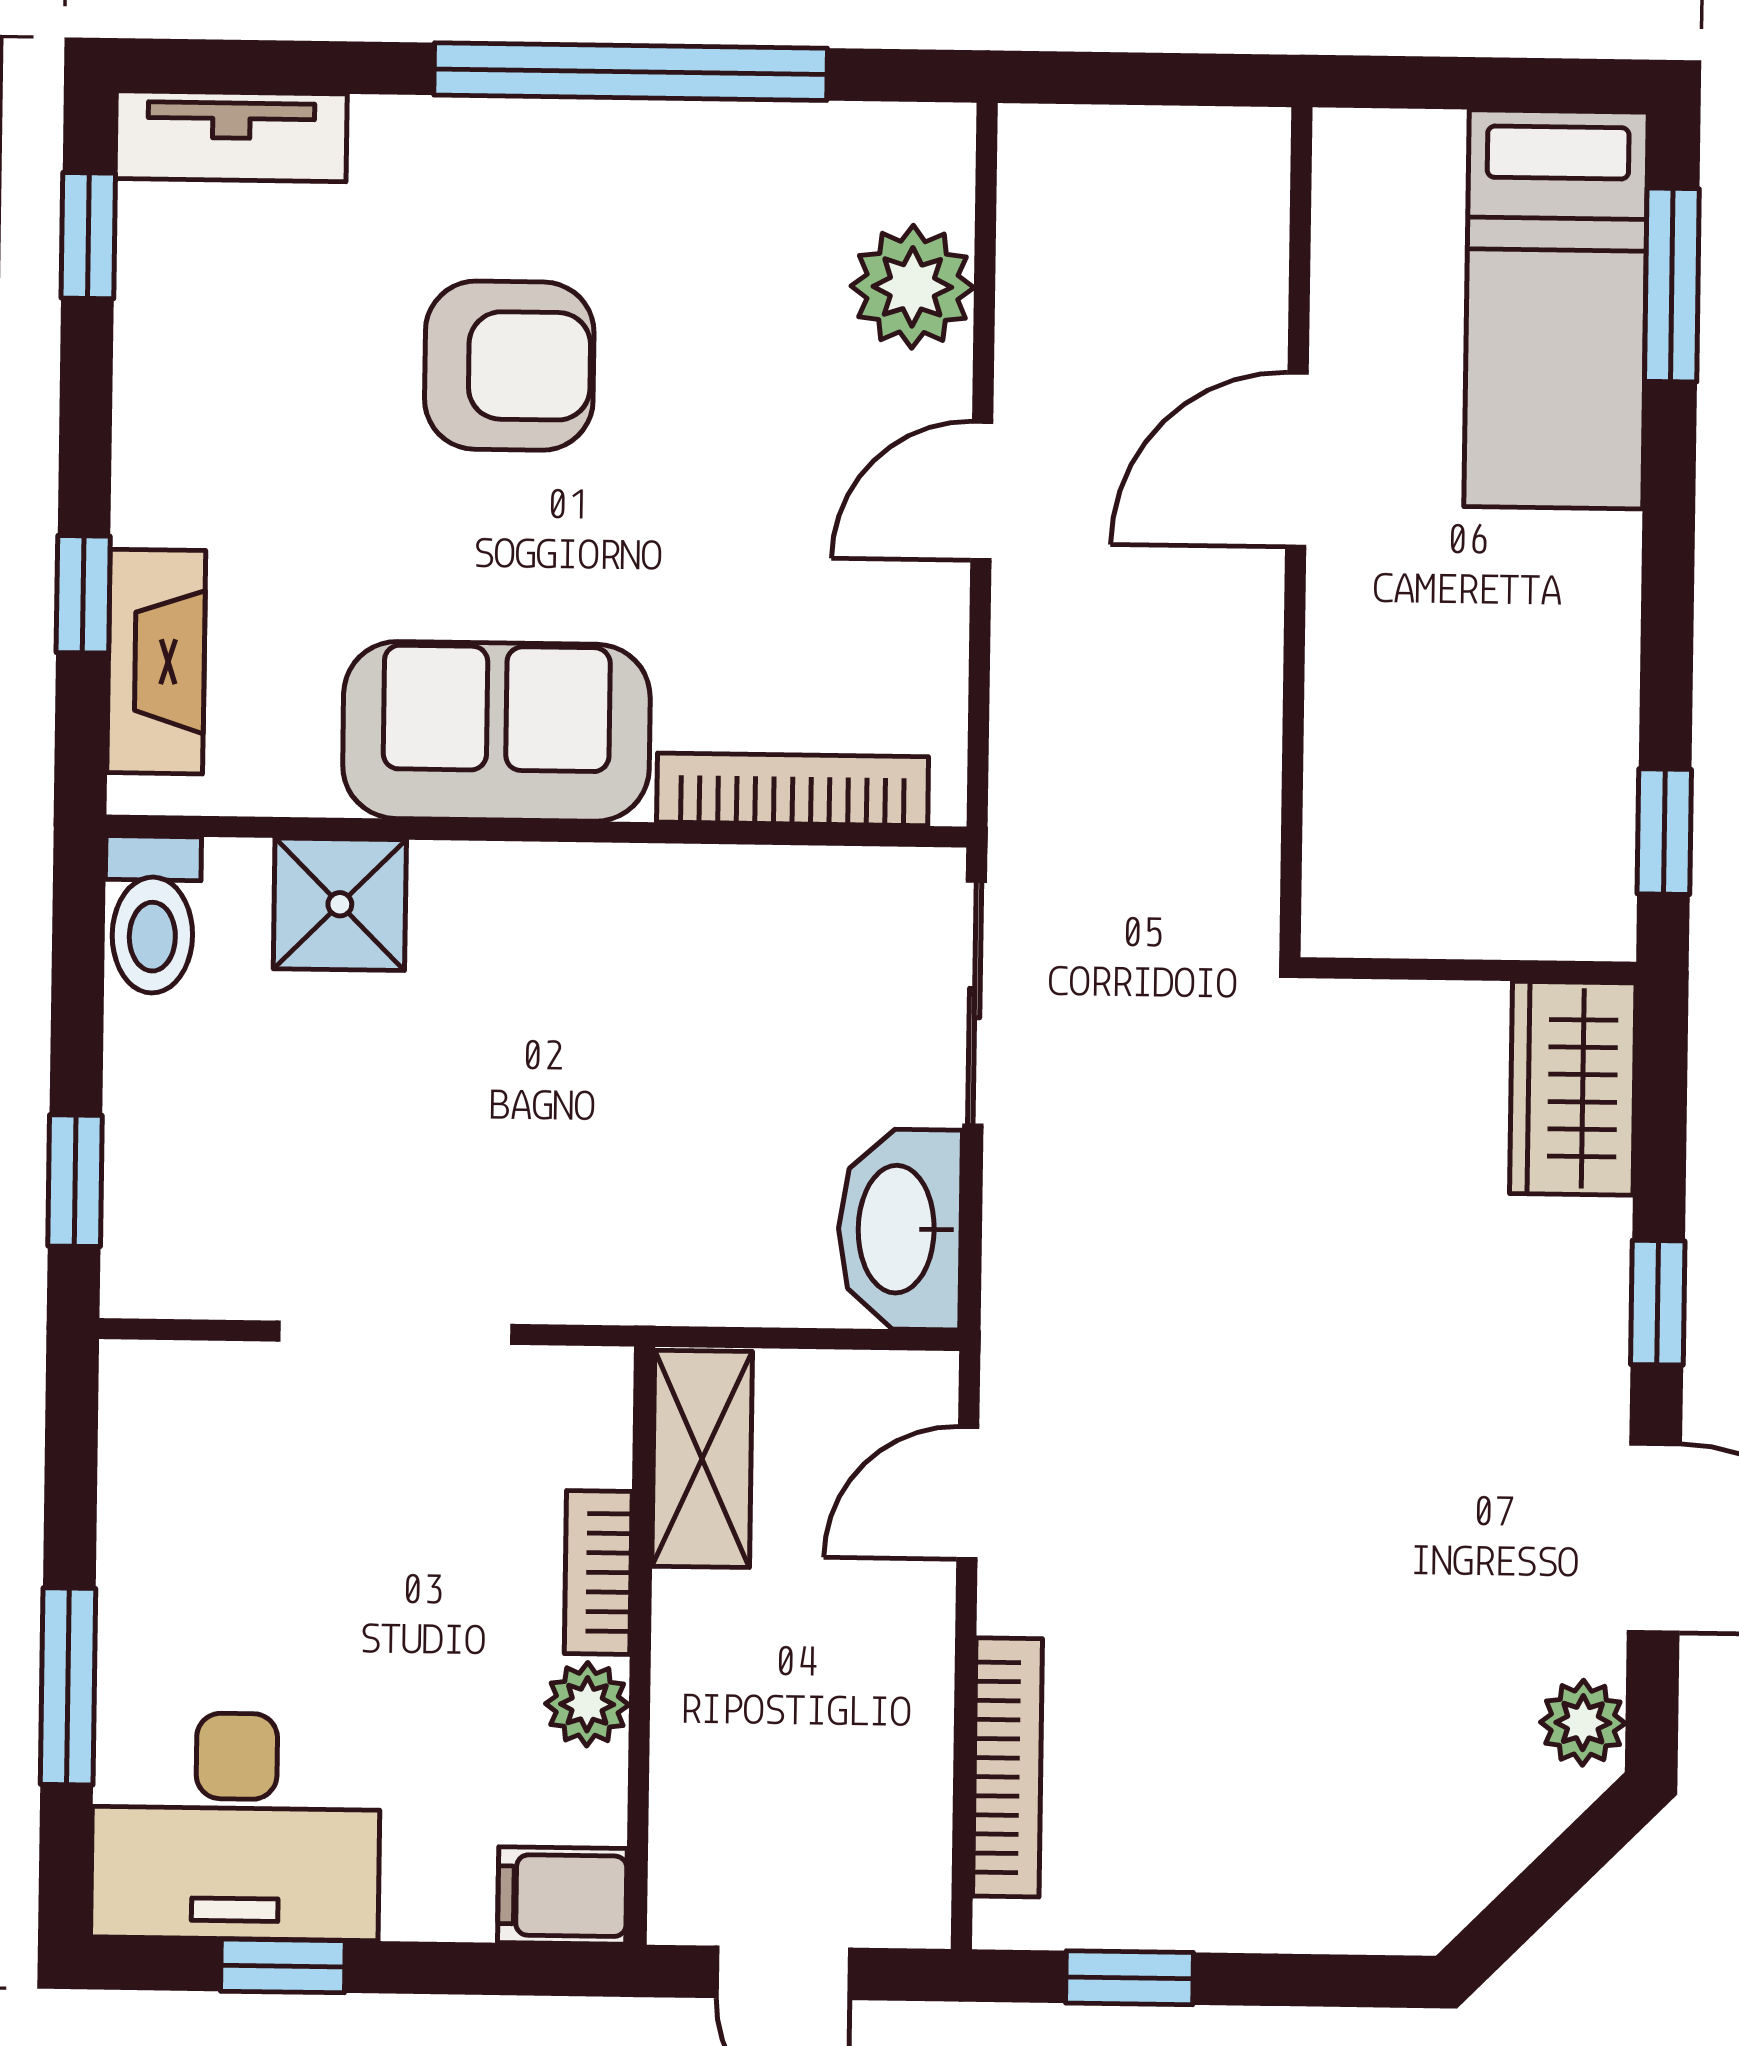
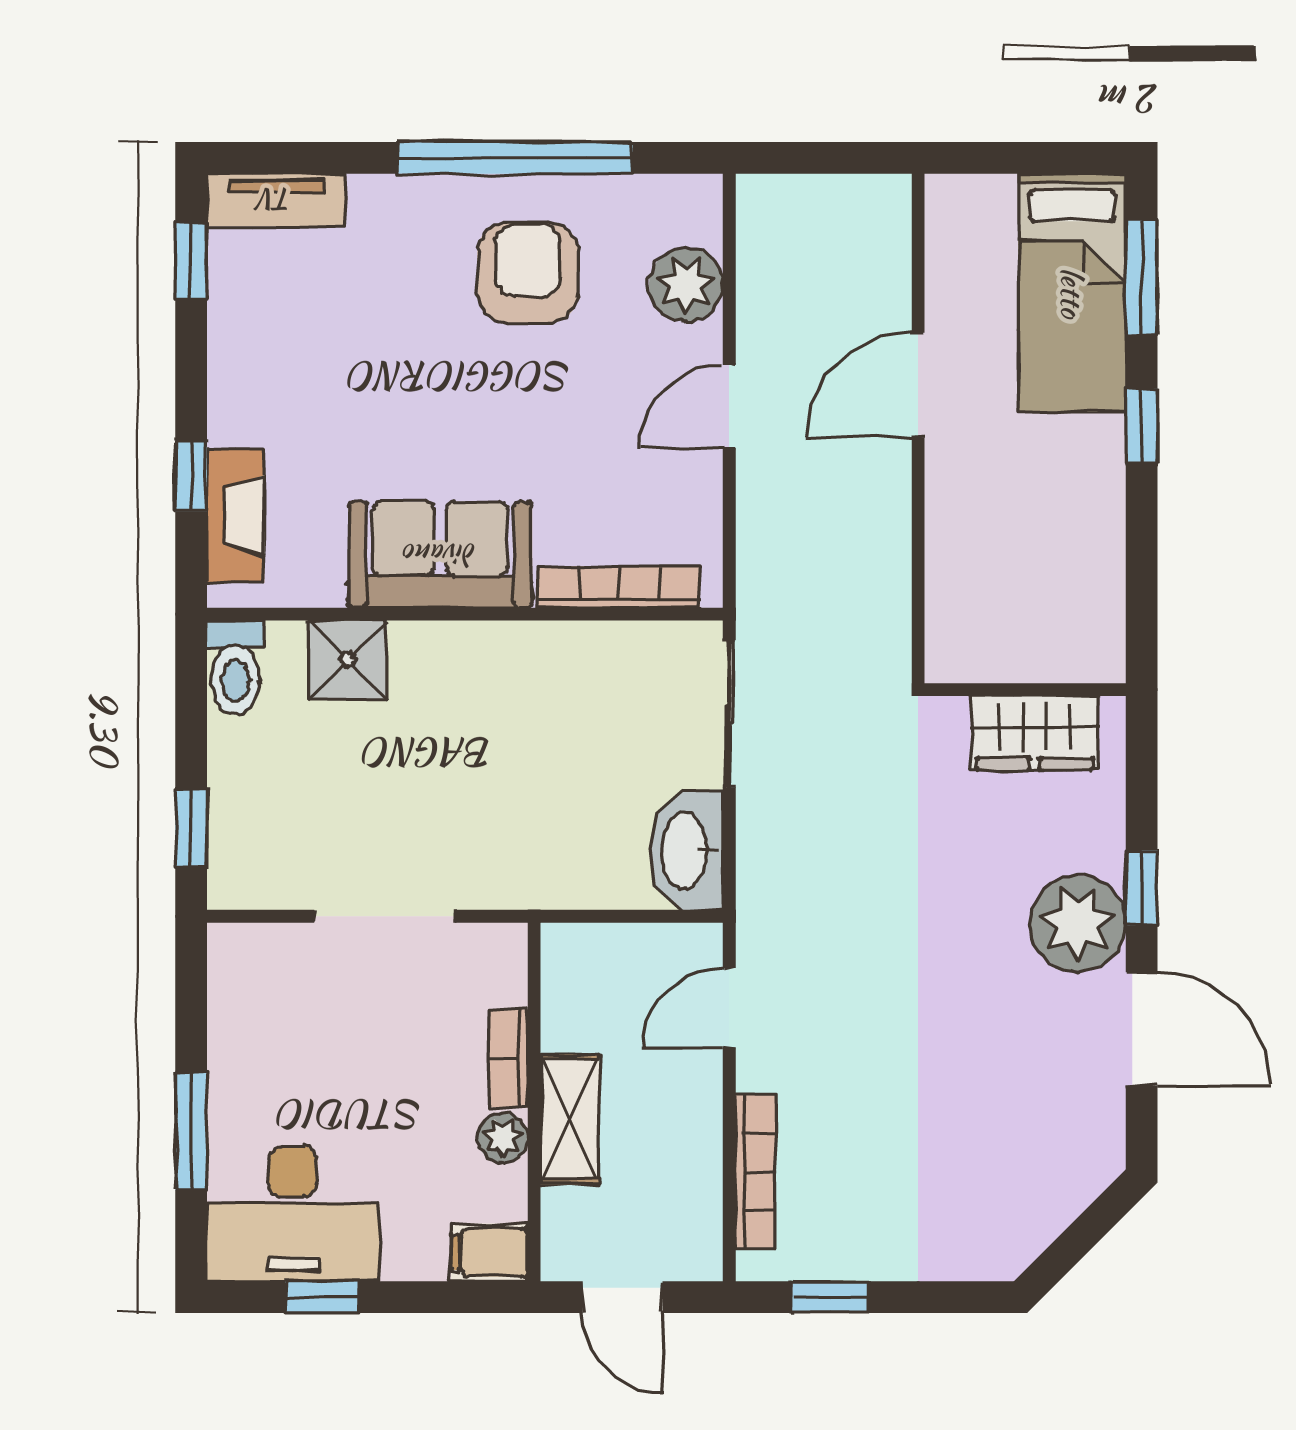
armchair: (509, 366) -> (528, 272), moved, turned -90
window: (1664, 832) -> (1142, 426), moved
wardrobe: (1573, 1088) -> (1035, 733), moved, turned -90
shelving: (702, 1459) -> (570, 1119), moved
plant: (1583, 1723) -> (1078, 923), moved, width x1.88, depth x1.88

